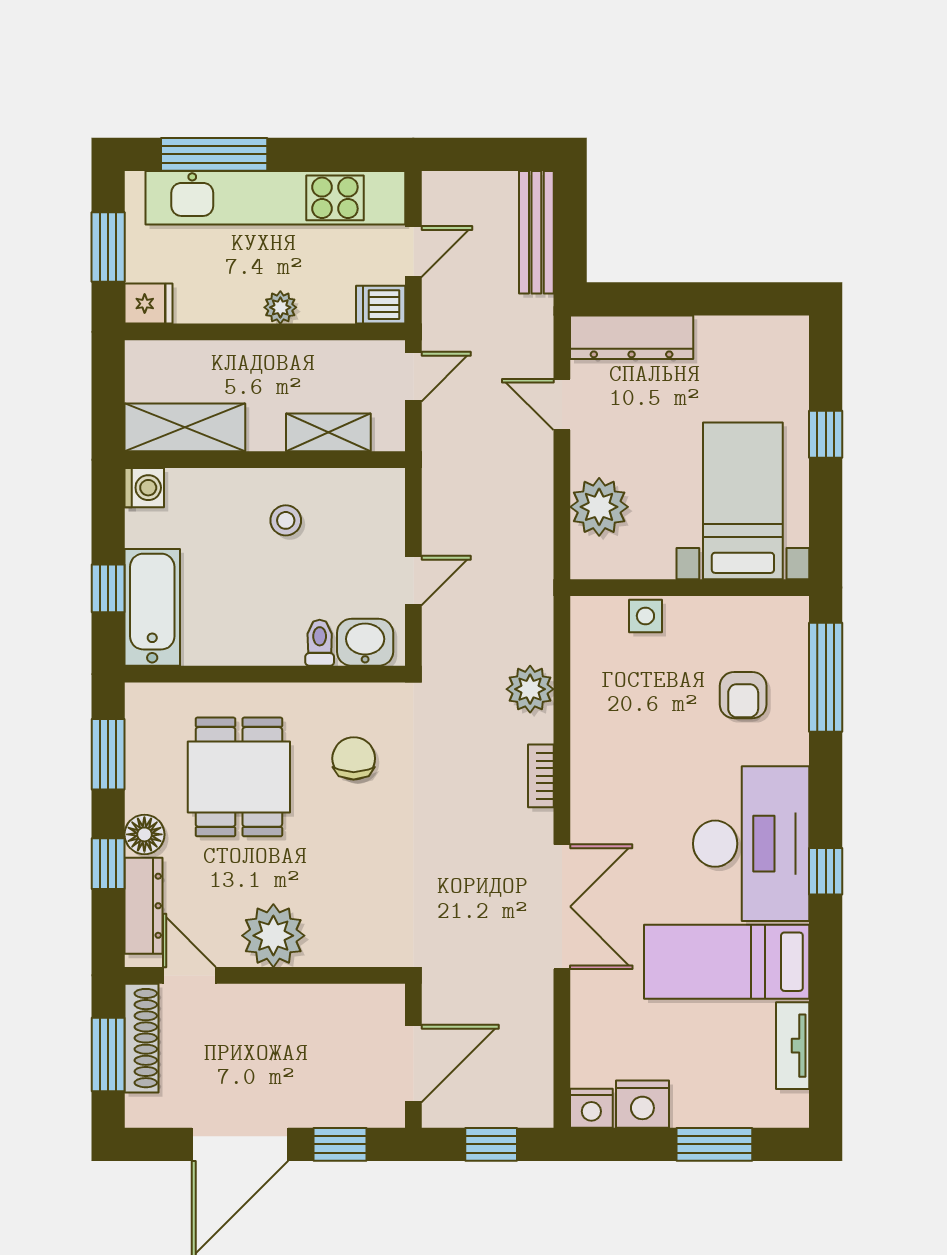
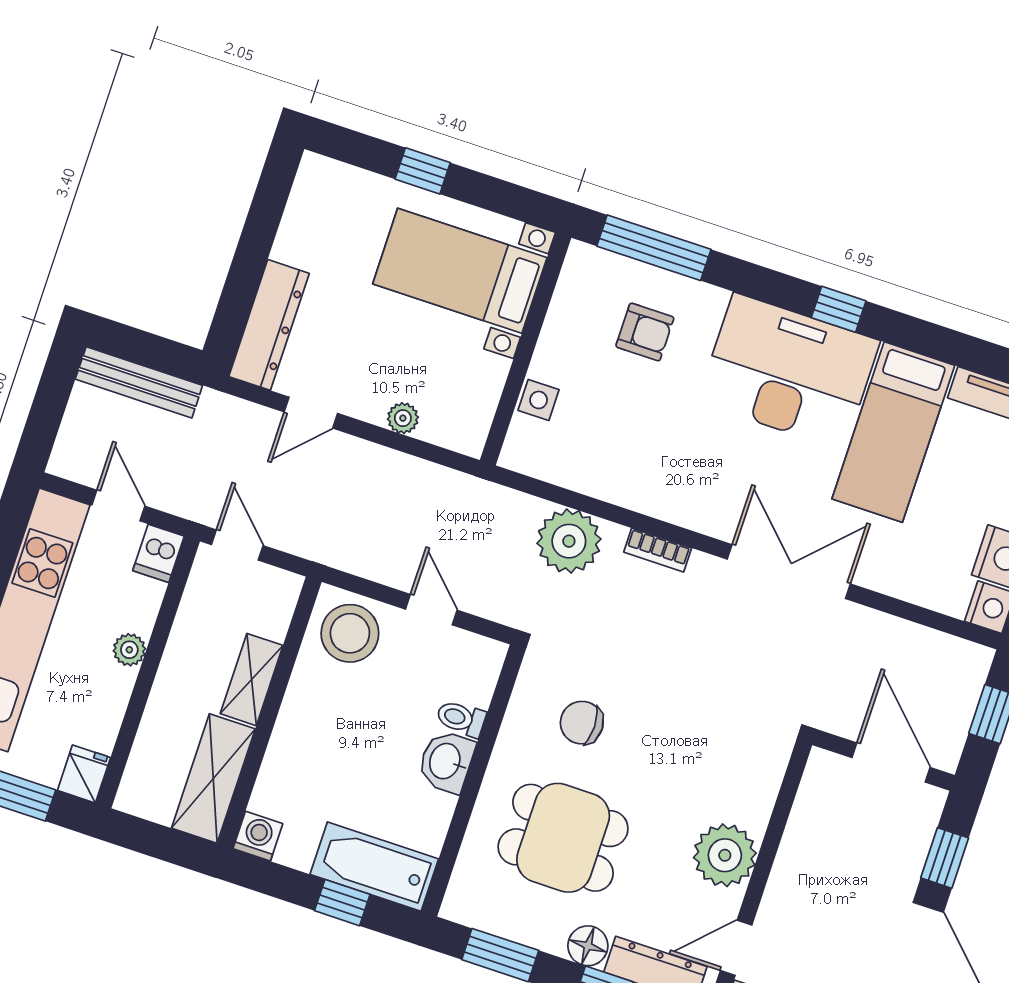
shelving: (328, 432) -> (252, 680), moved
plant: (599, 507) -> (403, 418), width x0.53, depth x0.53
stool: (286, 520) -> (350, 633), moved, width x1.89, depth x1.89
washbasin: (365, 642) -> (446, 762), moved
plant: (530, 689) -> (569, 541), width x1.36, depth x1.36

